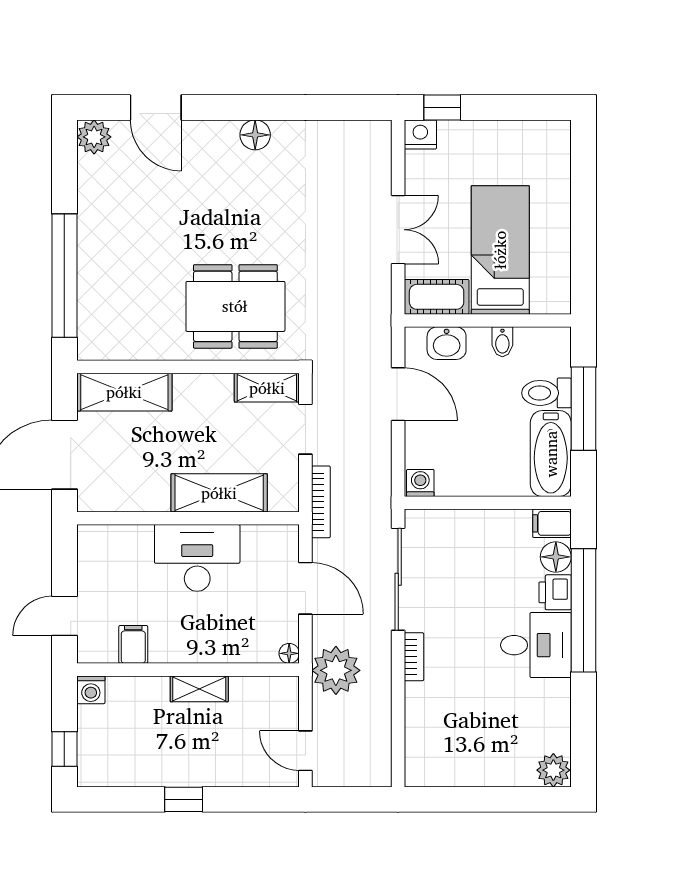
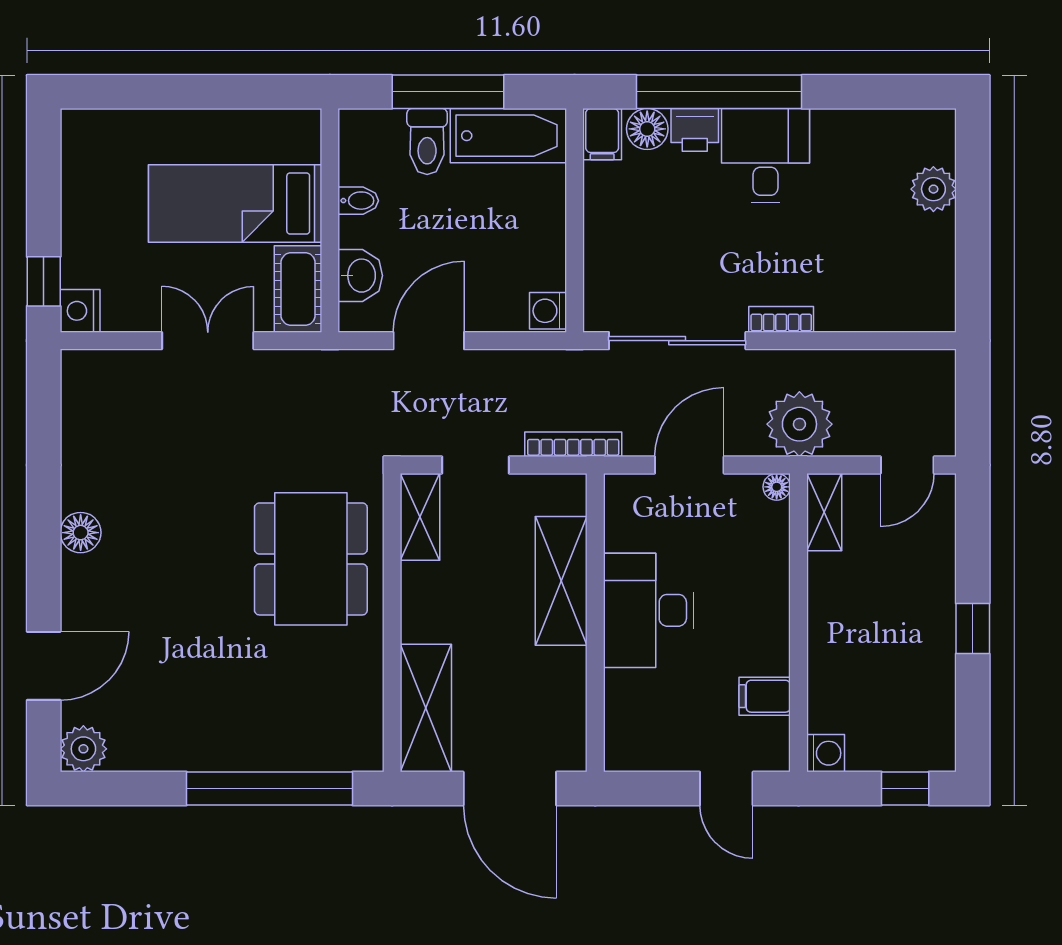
shelving: (199, 689) -> (824, 512), moved
plant: (553, 770) -> (933, 189), moved

